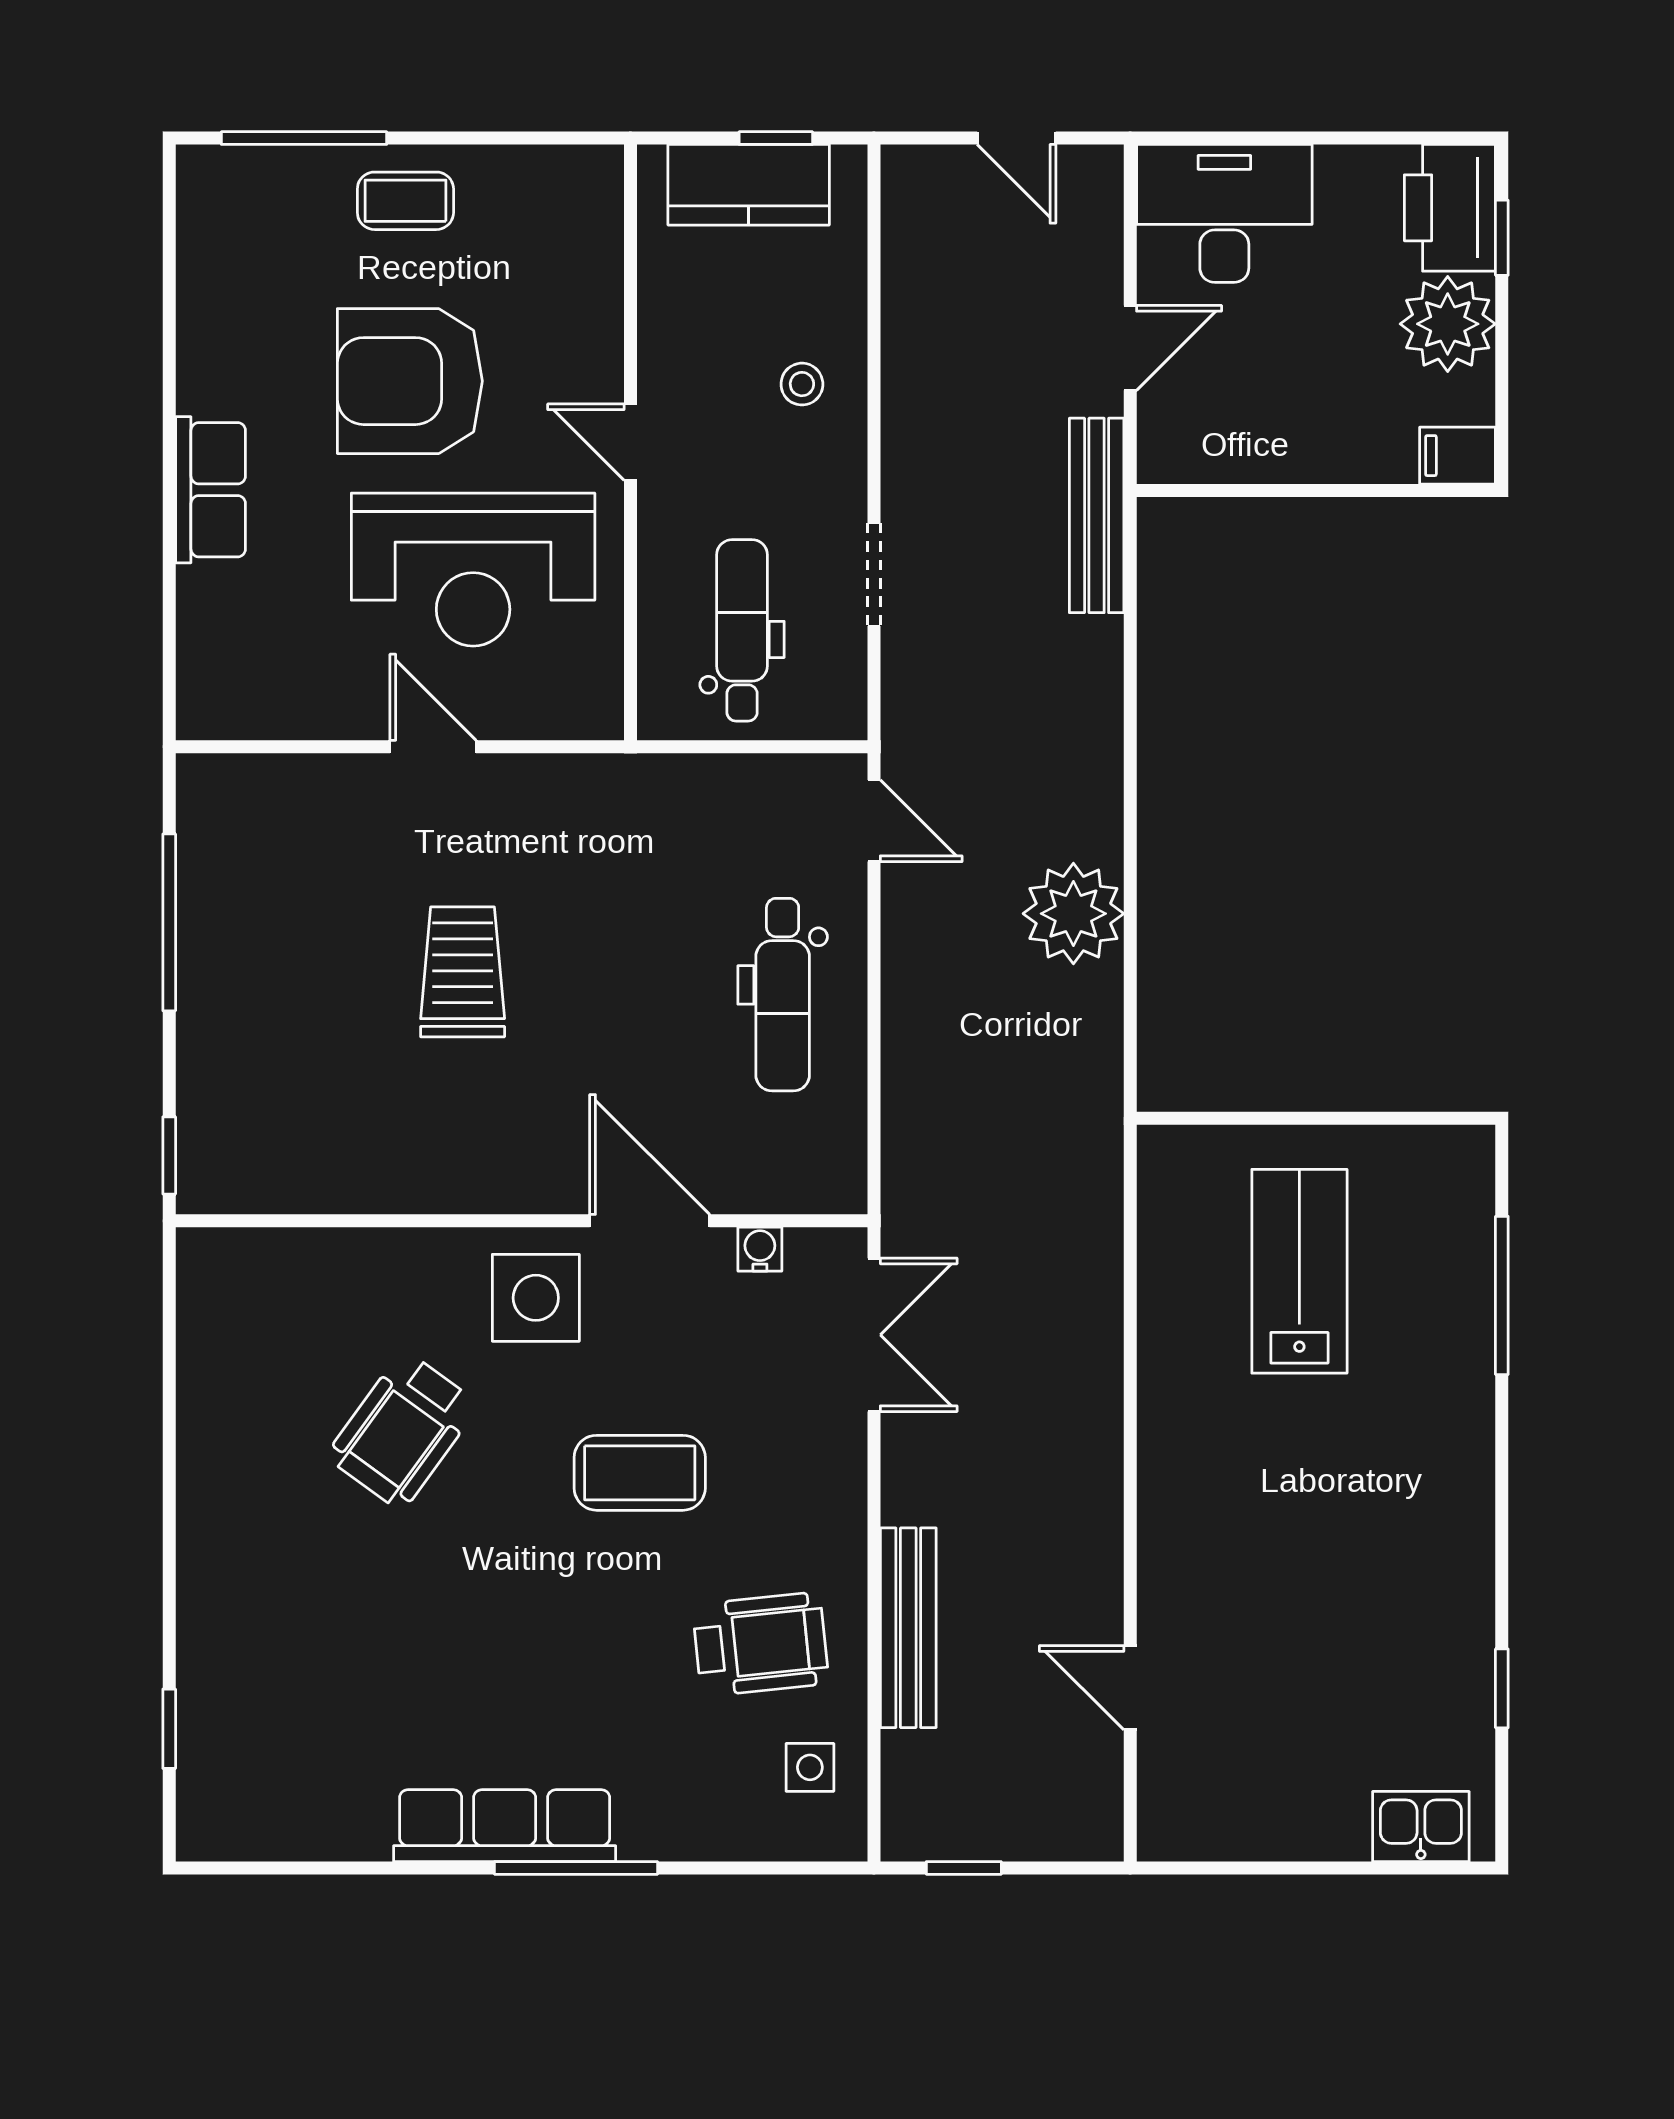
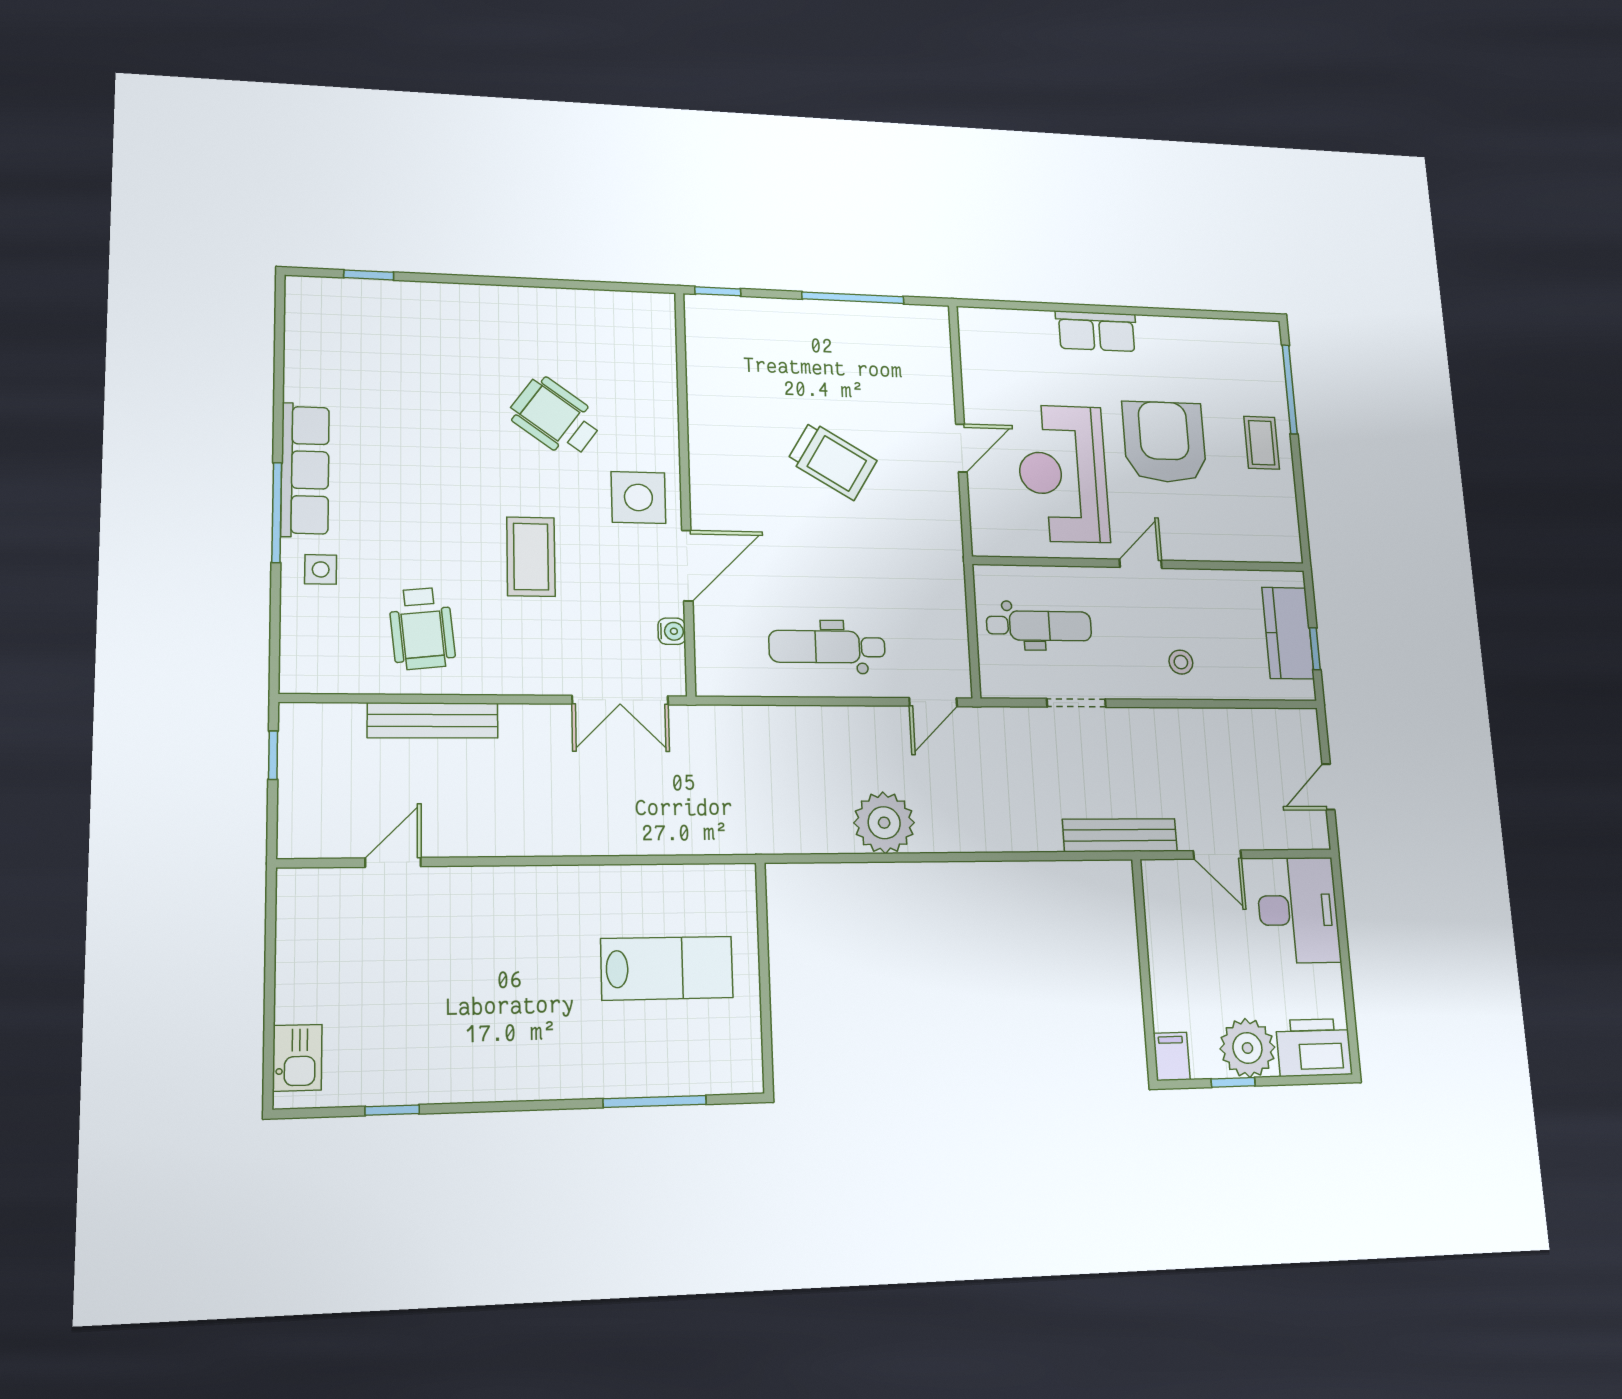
window: (1502, 238) -> (1233, 1082), moved
trolley: (463, 972) -> (832, 461), turned 31
side table: (810, 1767) -> (321, 569), moved

